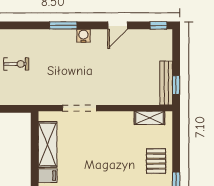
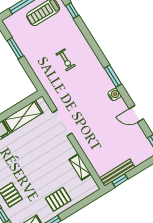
shelving: (149, 118) -> (80, 167), moved

